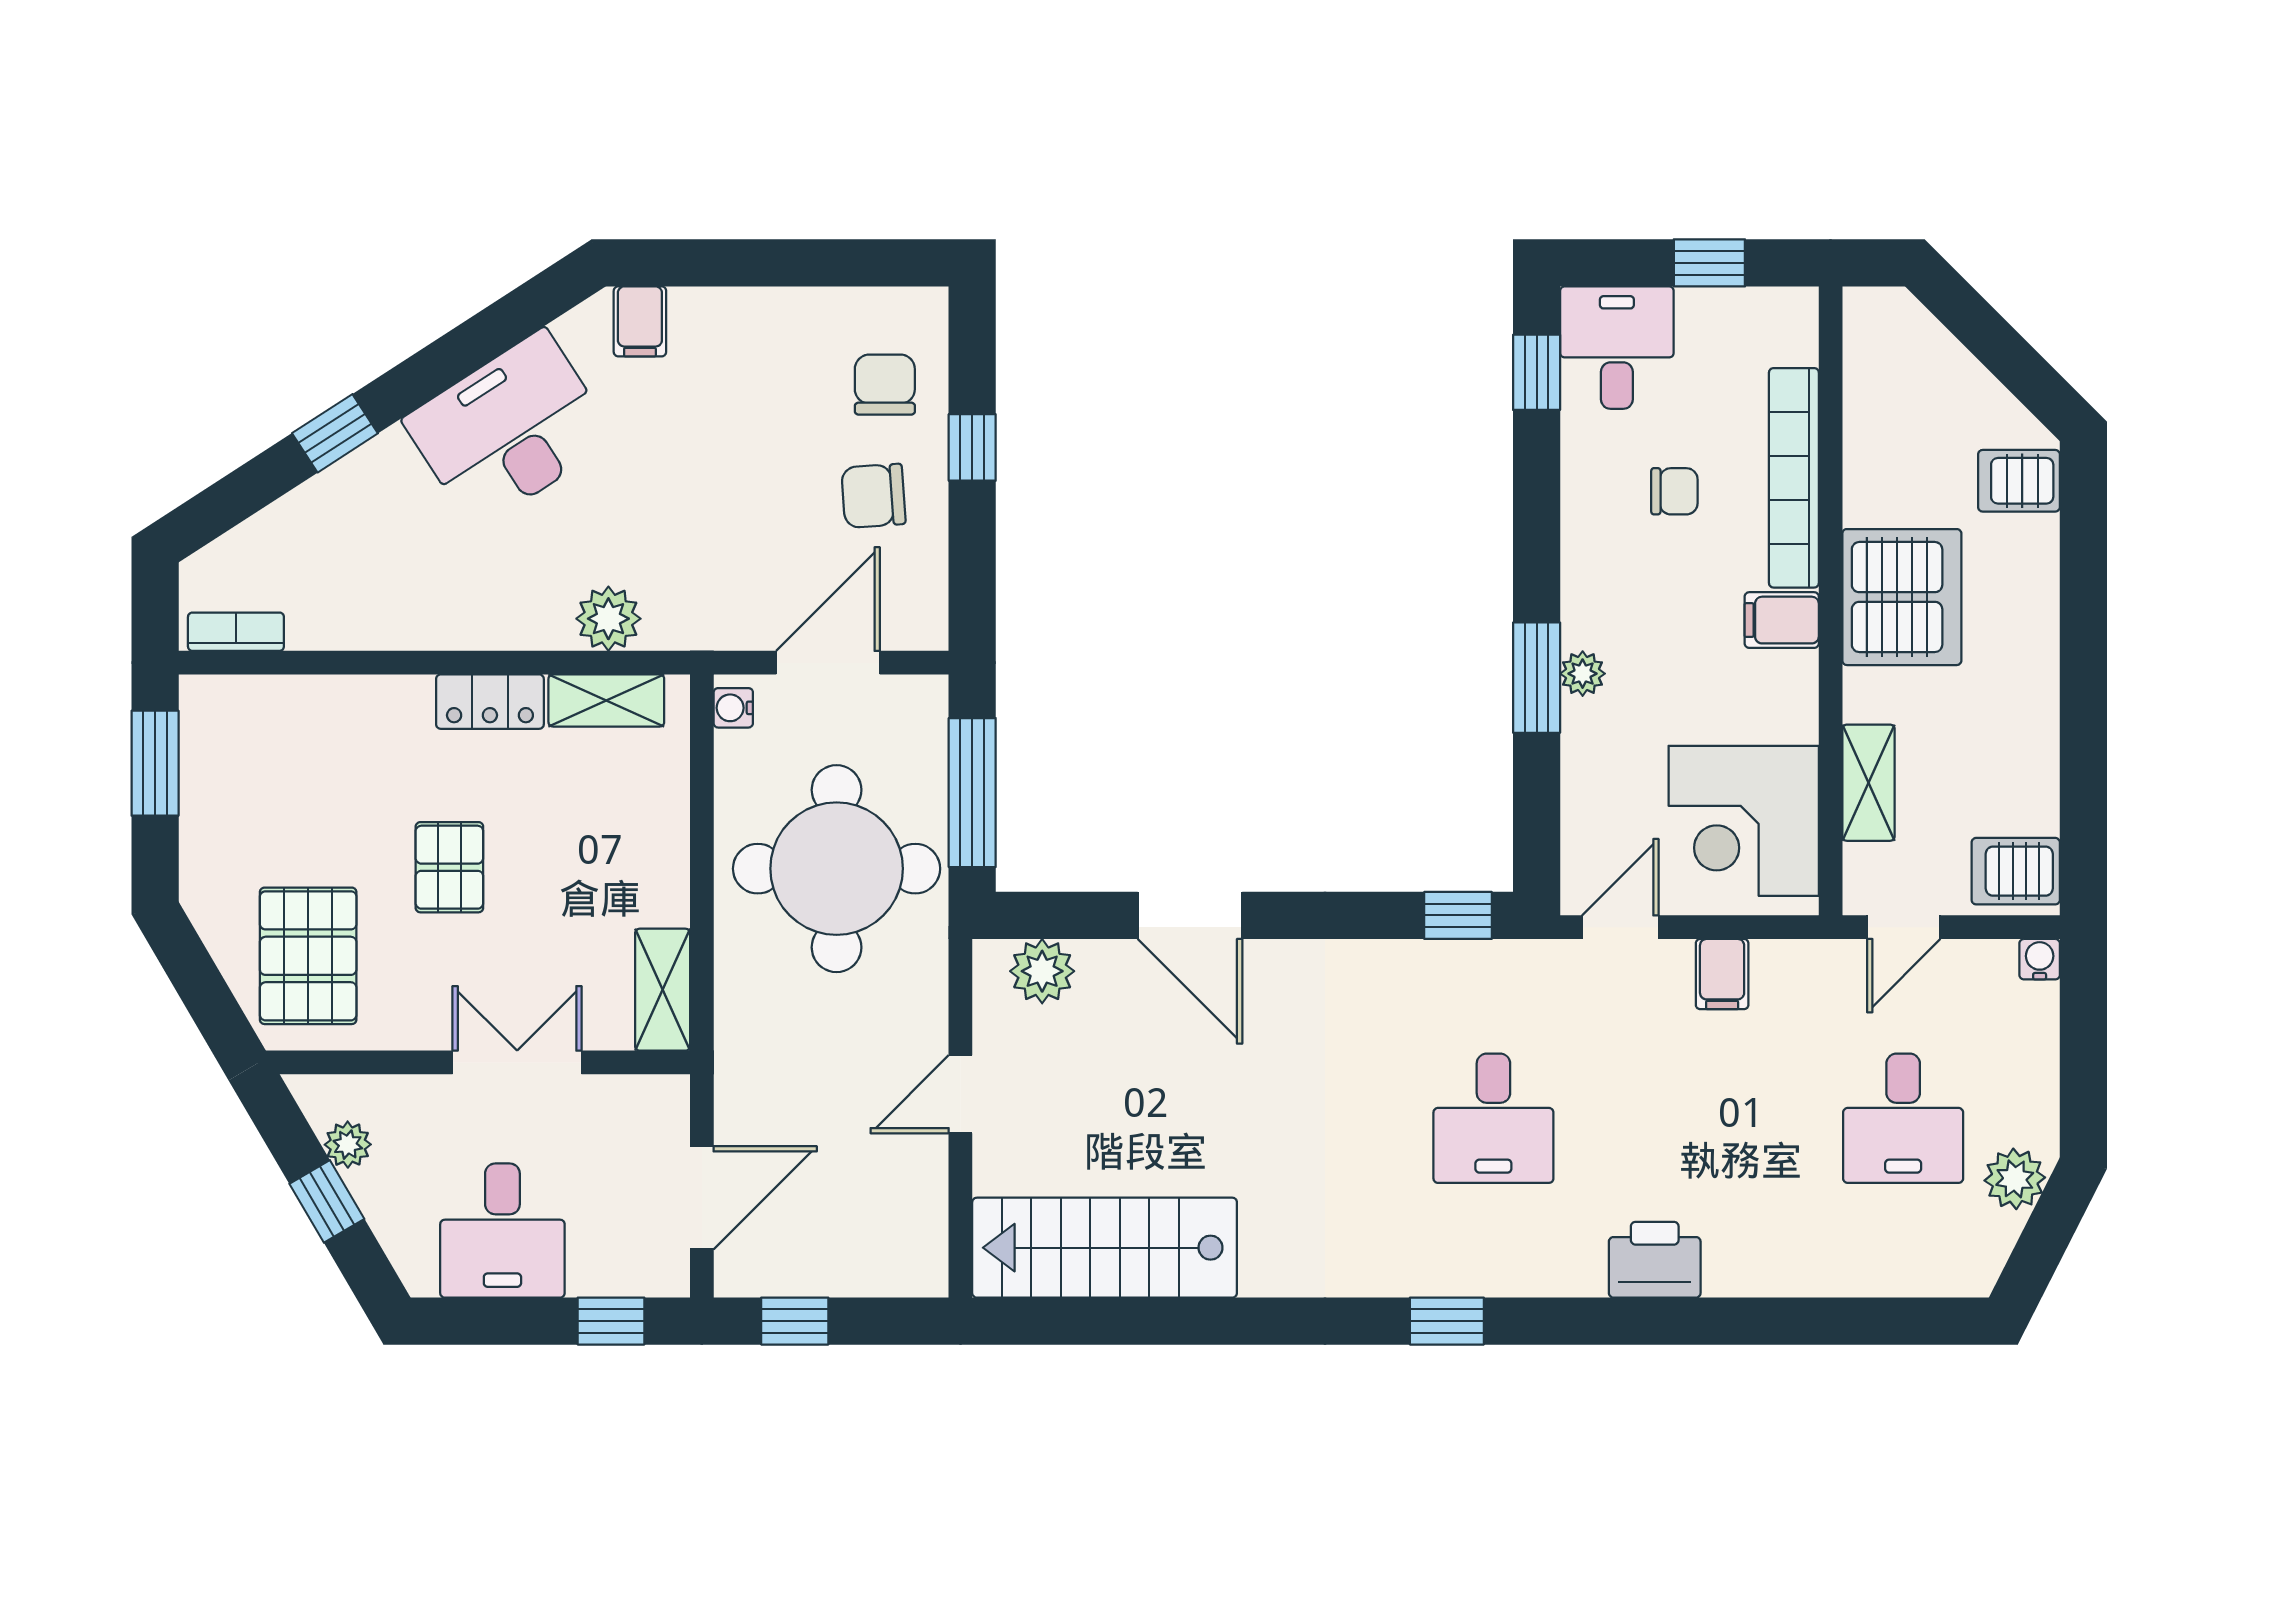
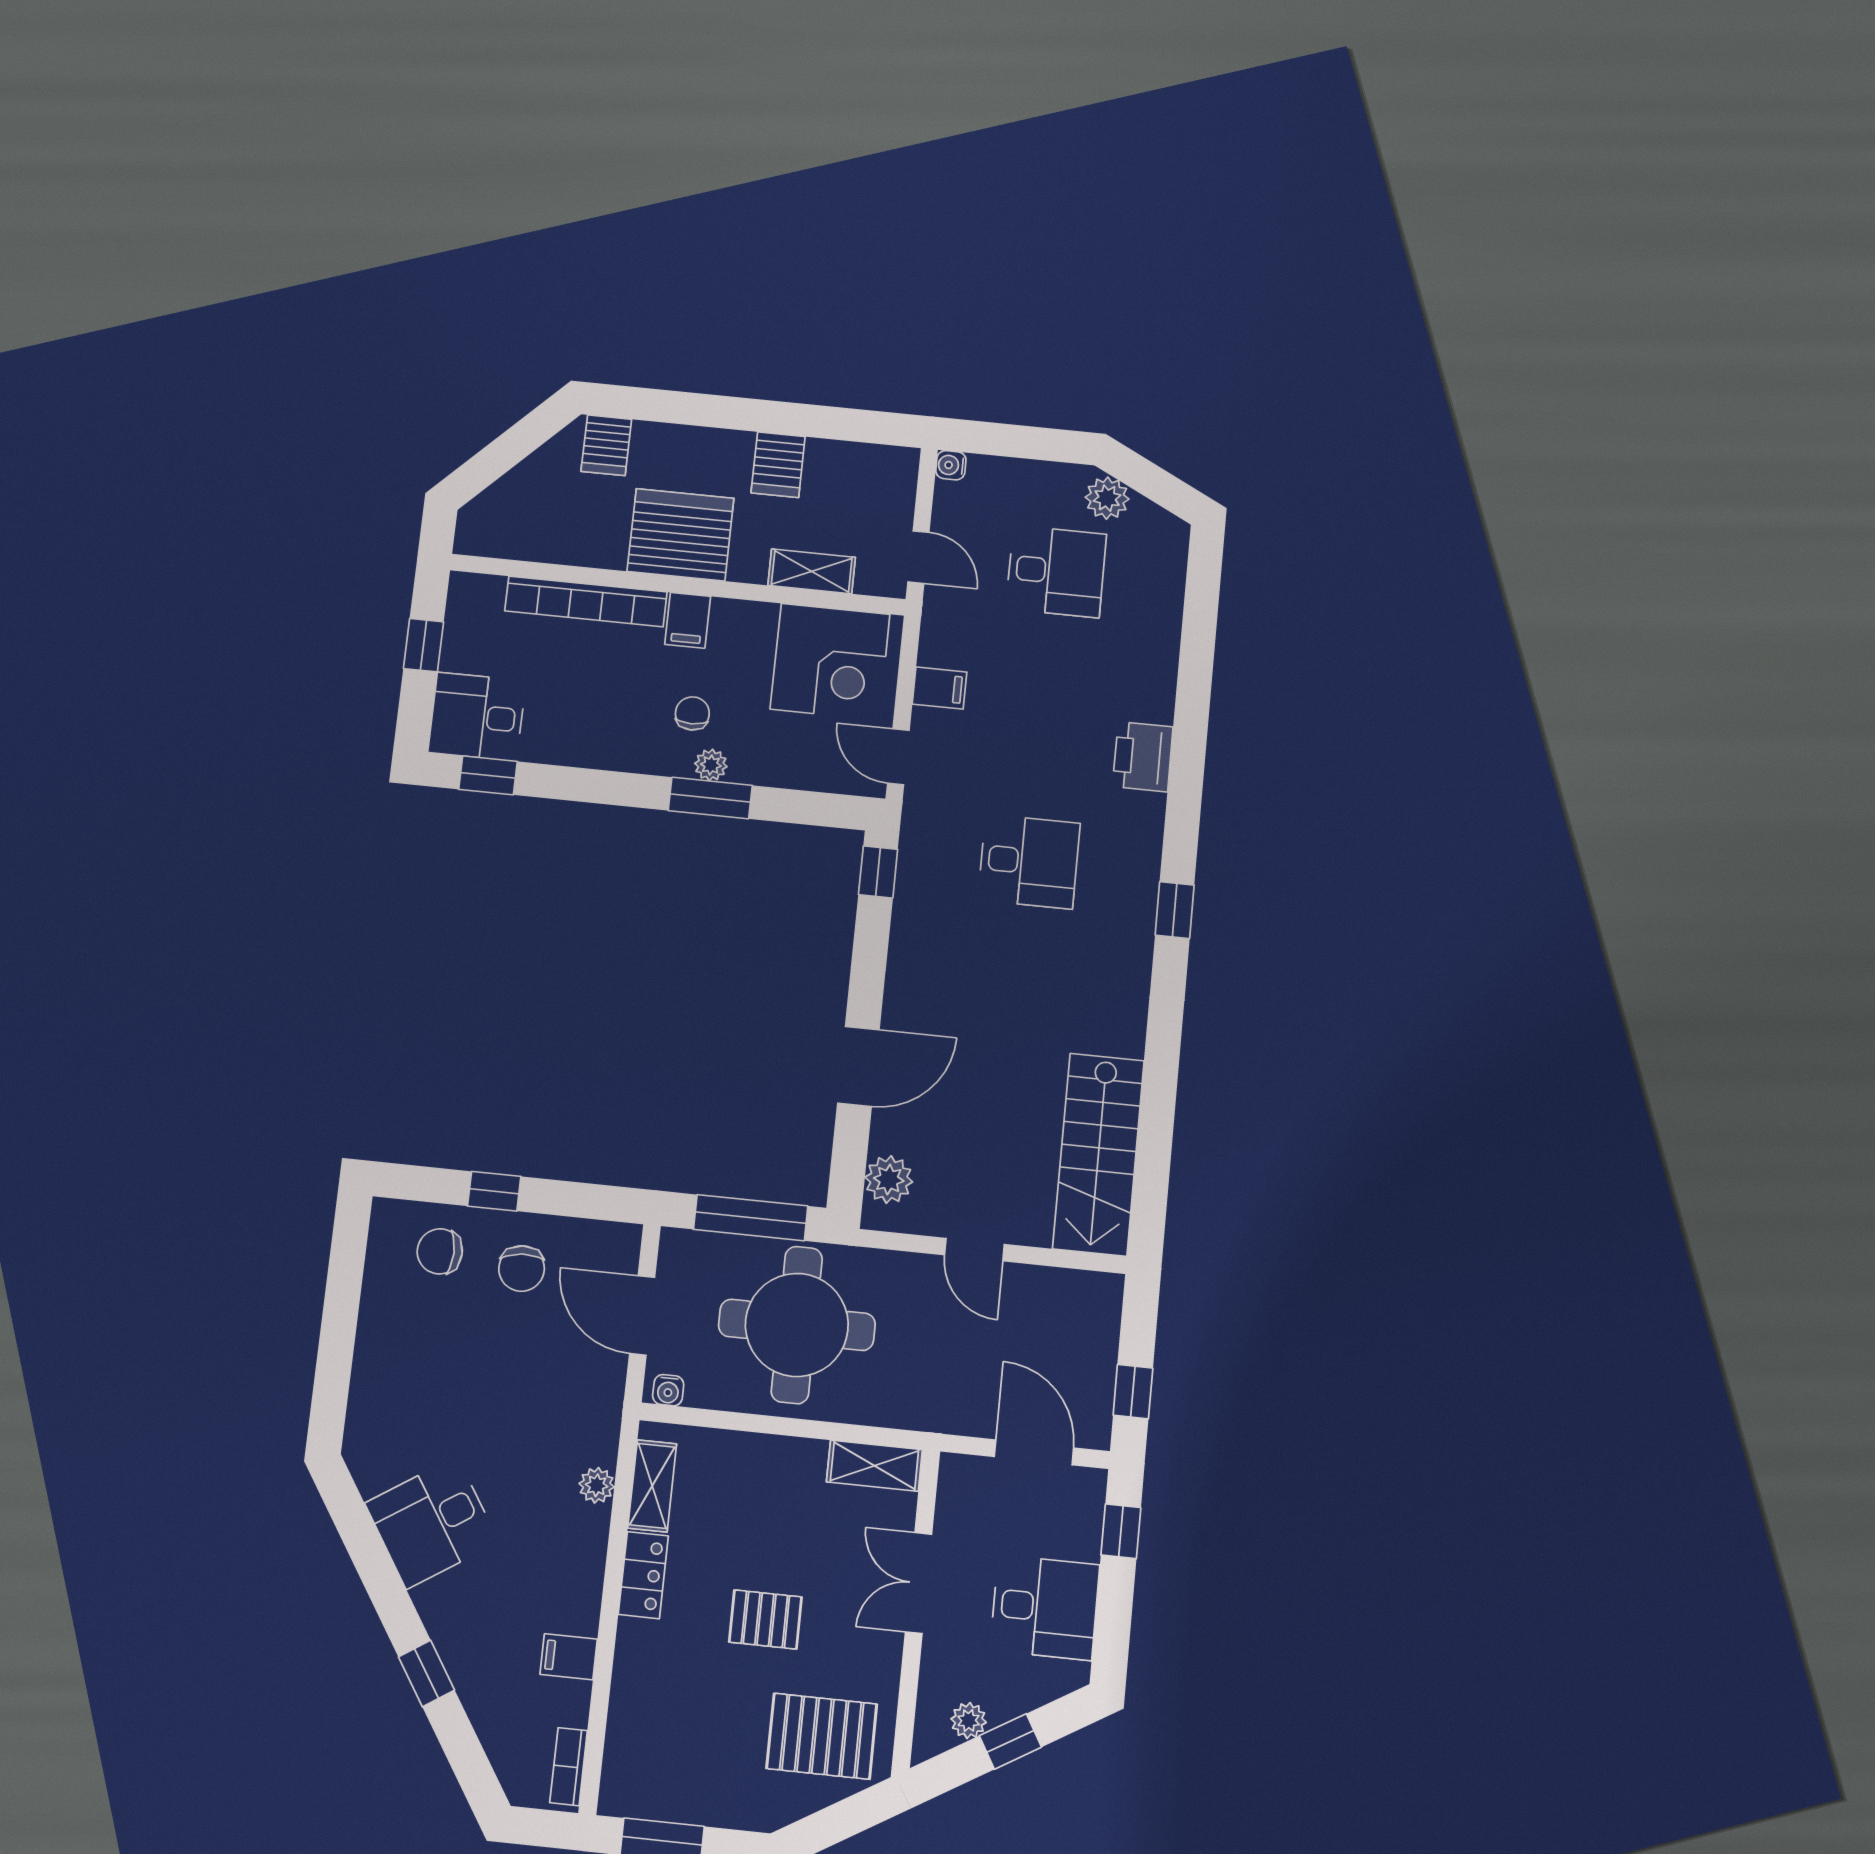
filing cabinet: (640, 321) -> (569, 1657), moved, turned 180
desk: (509, 430) -> (432, 1523), width x0.73
chair: (1674, 491) -> (692, 713), moved
plant: (608, 619) -> (597, 1485), width x0.73, depth x0.73
server rack: (2016, 871) -> (778, 465), moved

